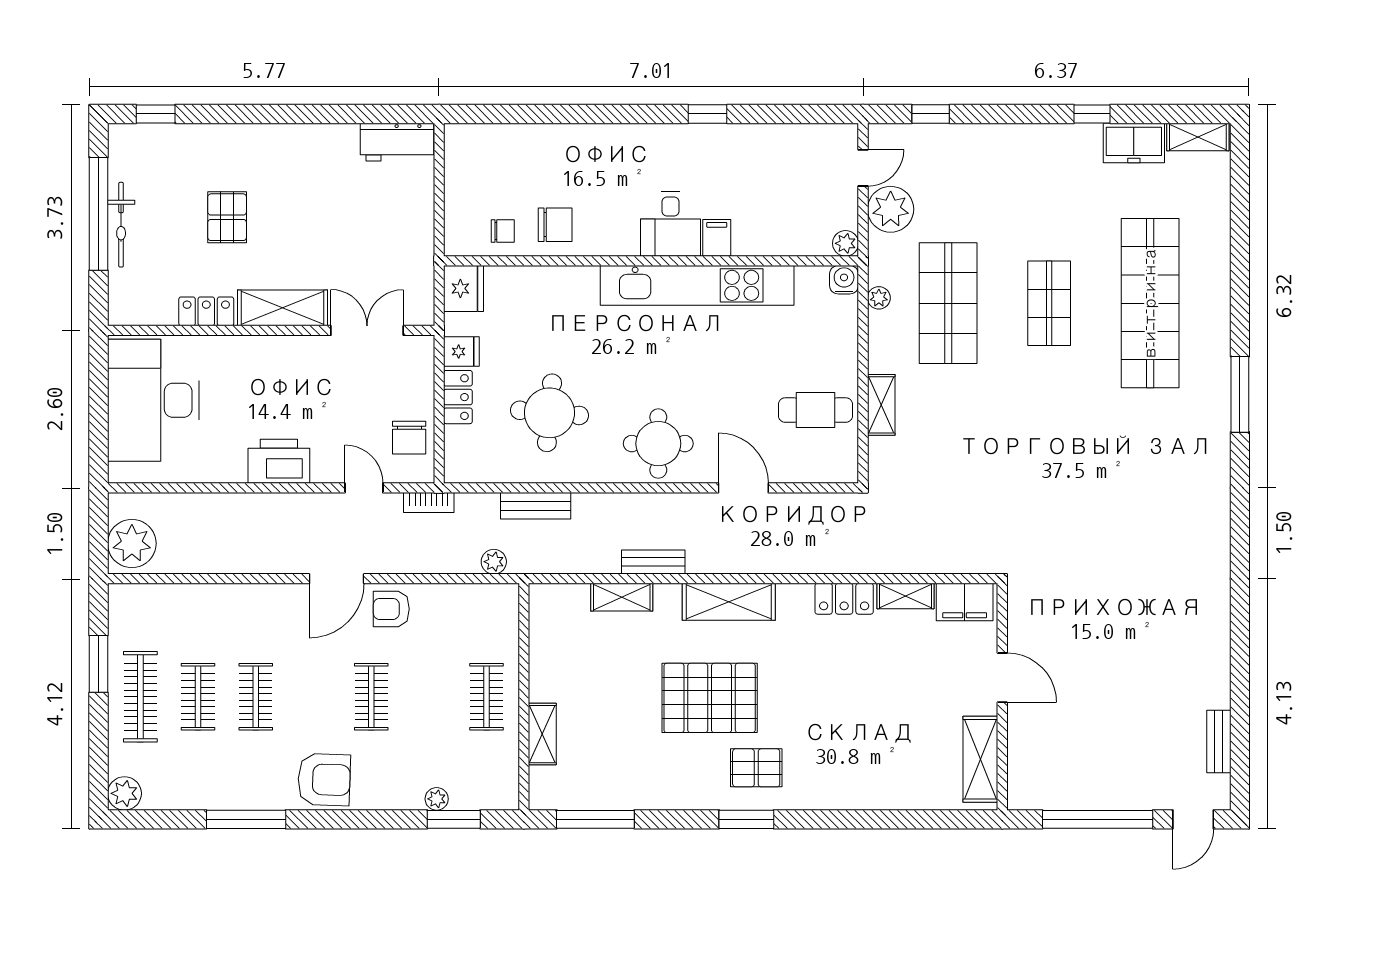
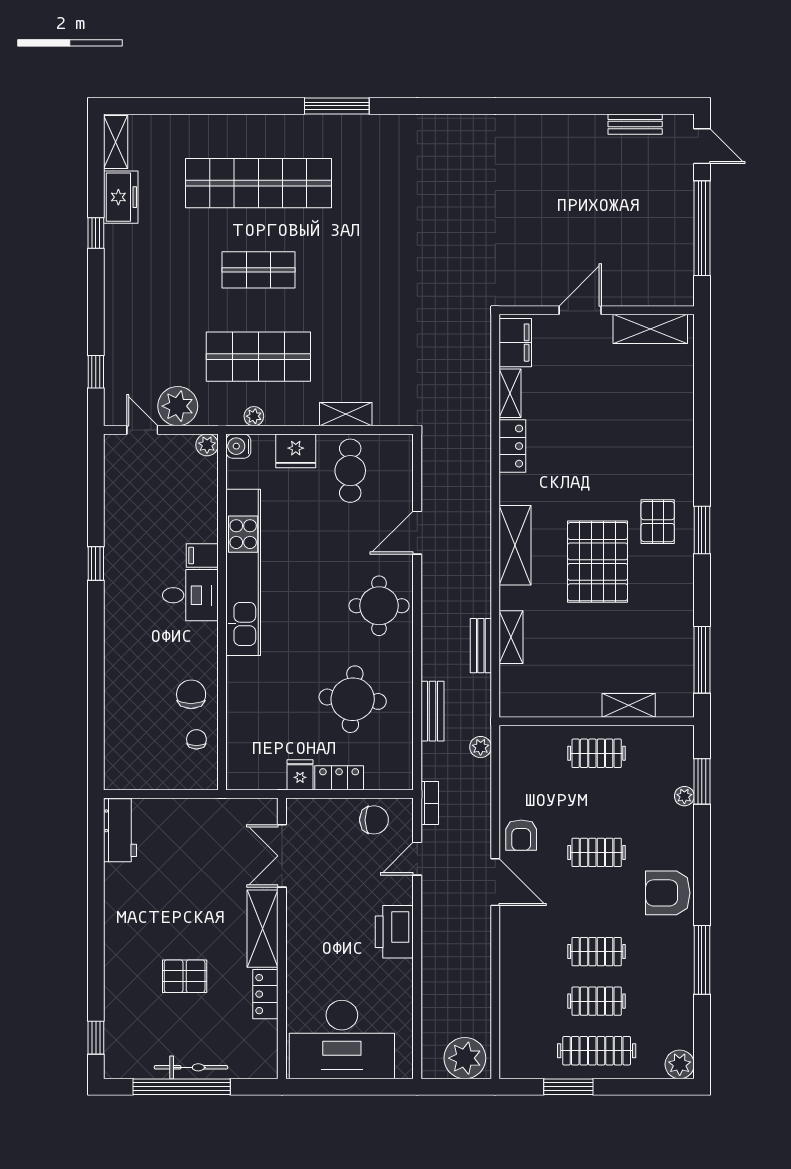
fridge: (464, 288) -> (296, 451), moved, turned 180
bench: (653, 562) -> (481, 646), moved
armchair: (324, 780) -> (668, 893), turned -92

